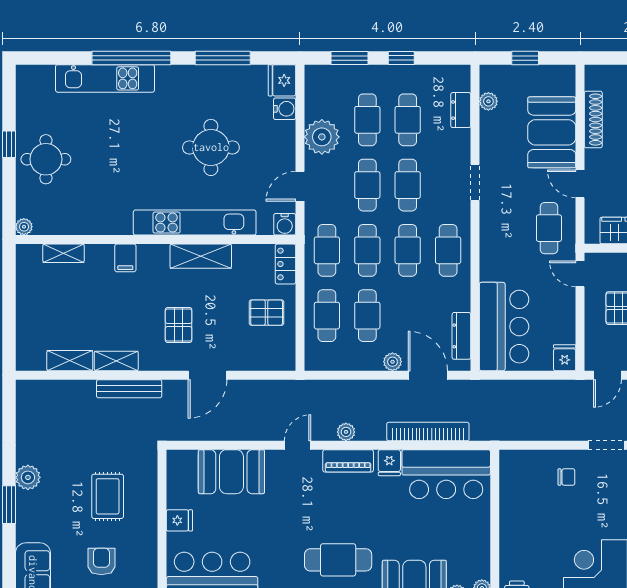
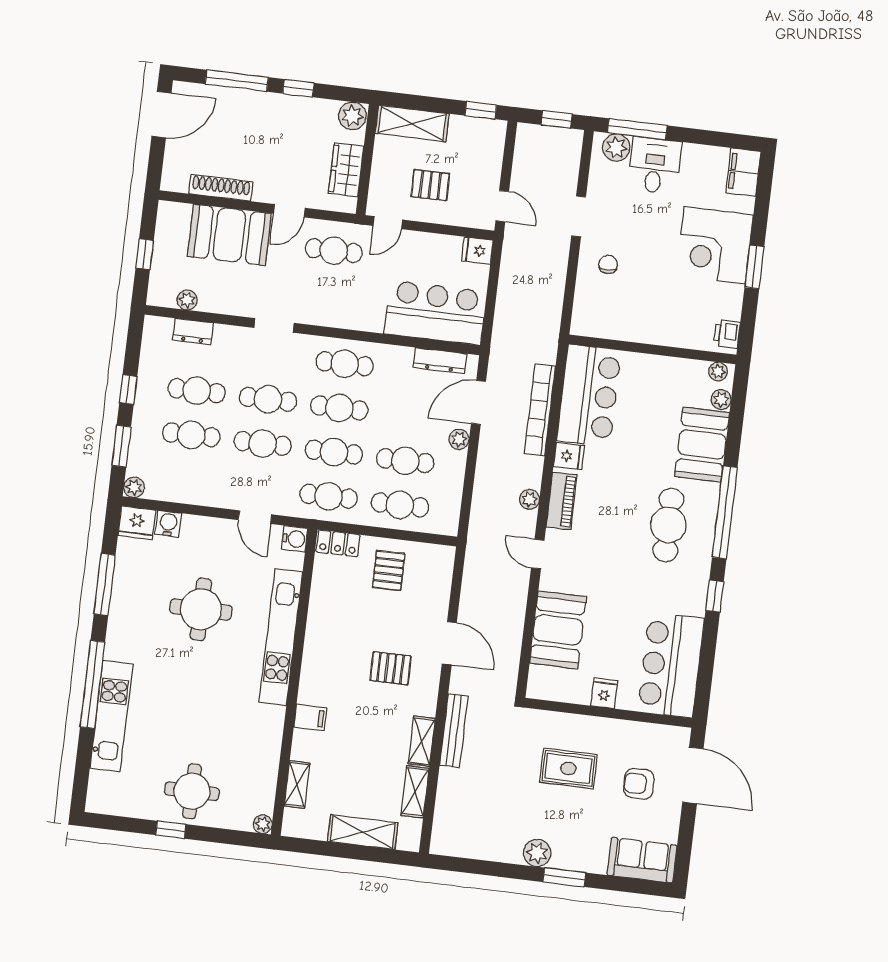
plant: (322, 137) -> (134, 487), moved, width x0.53, depth x0.53
shelving: (201, 256) -> (363, 832), moved, turned 90

